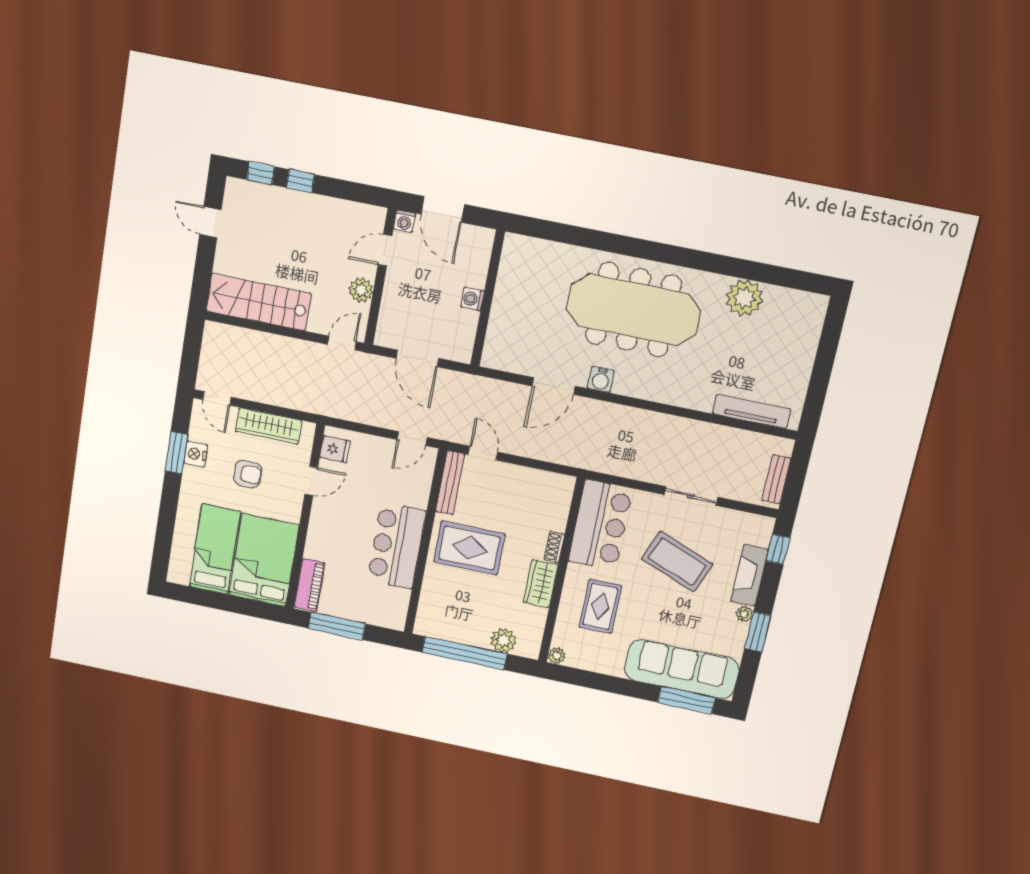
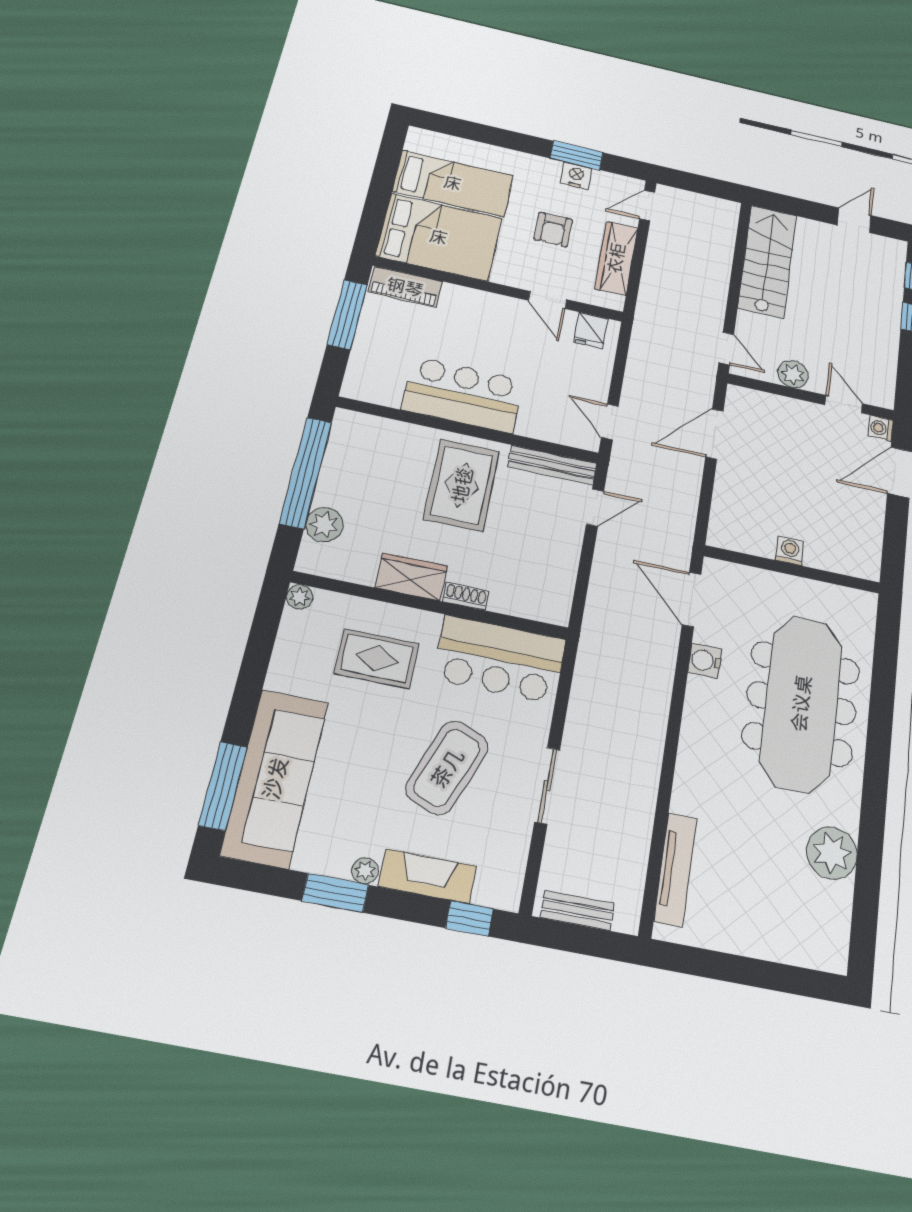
washing machine: (472, 299) -> (790, 551), moved
wall: (488, 299) -> (792, 569), moved

